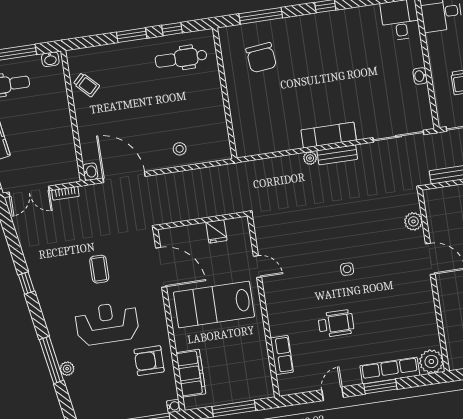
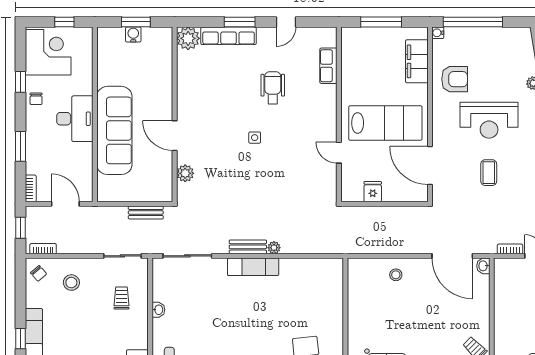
wheelchair: (336, 323) -> (273, 88), turned 90

